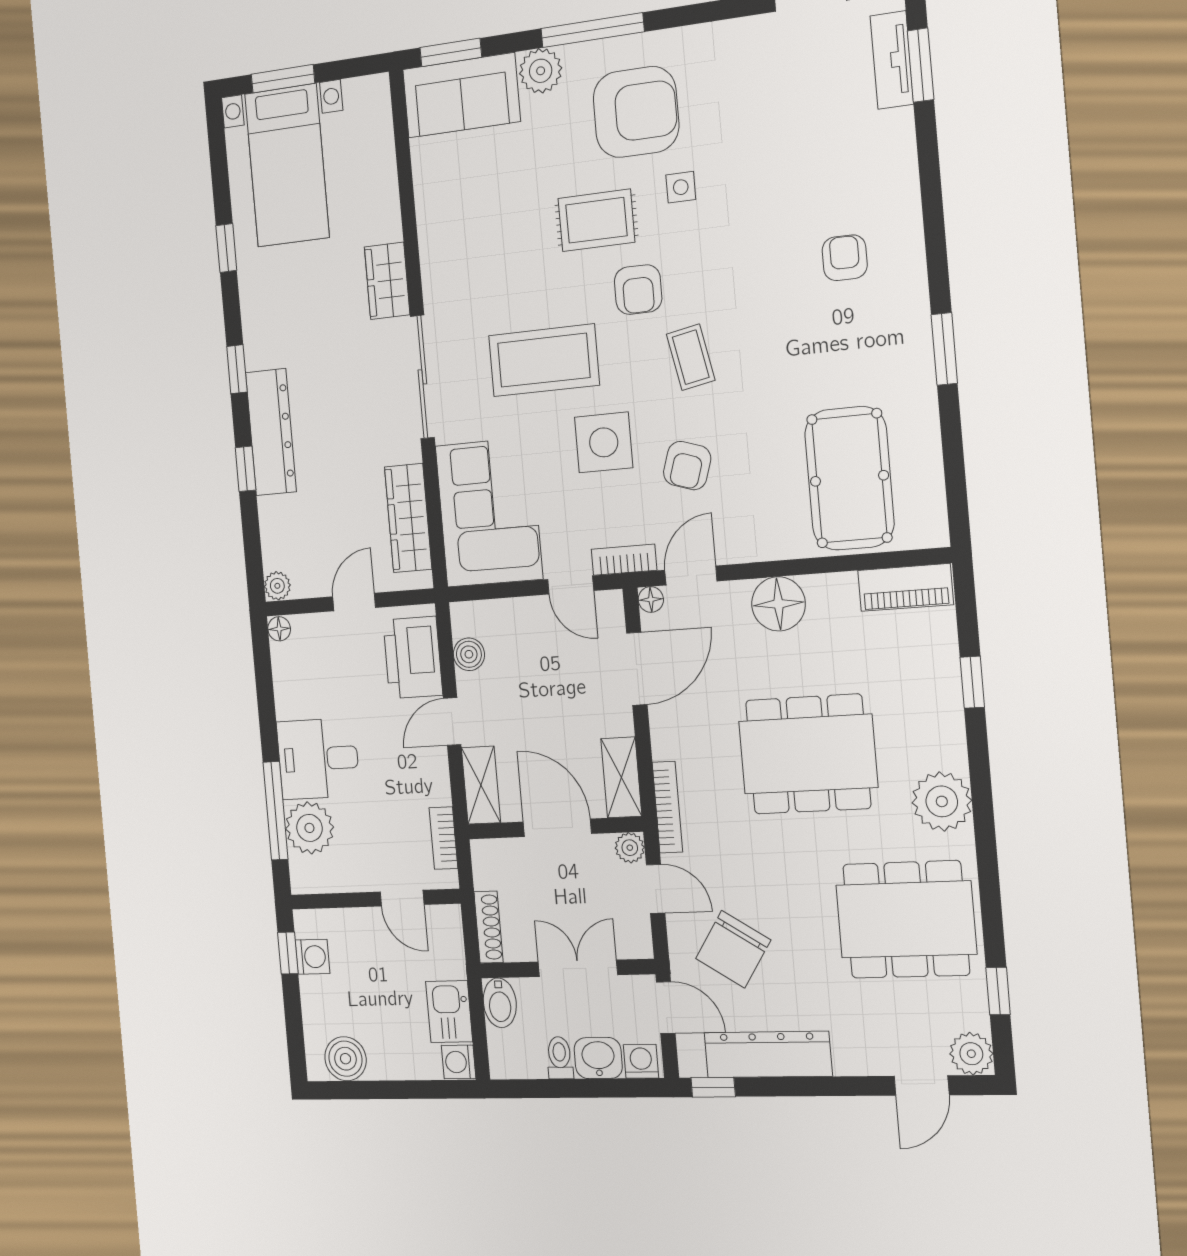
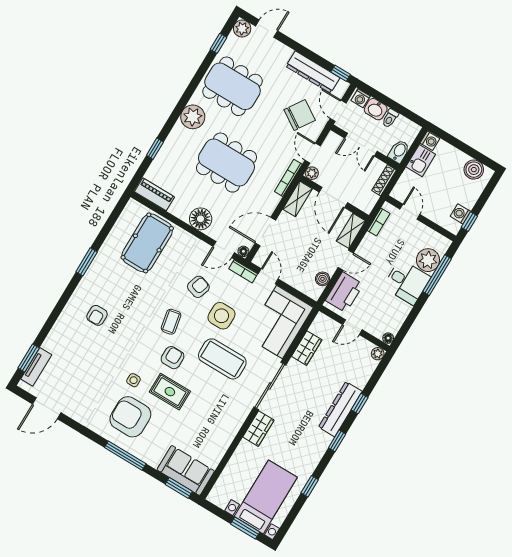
plant: (541, 71) -> (152, 456), removed
wardrobe: (408, 518) -> (307, 348), width x0.67

